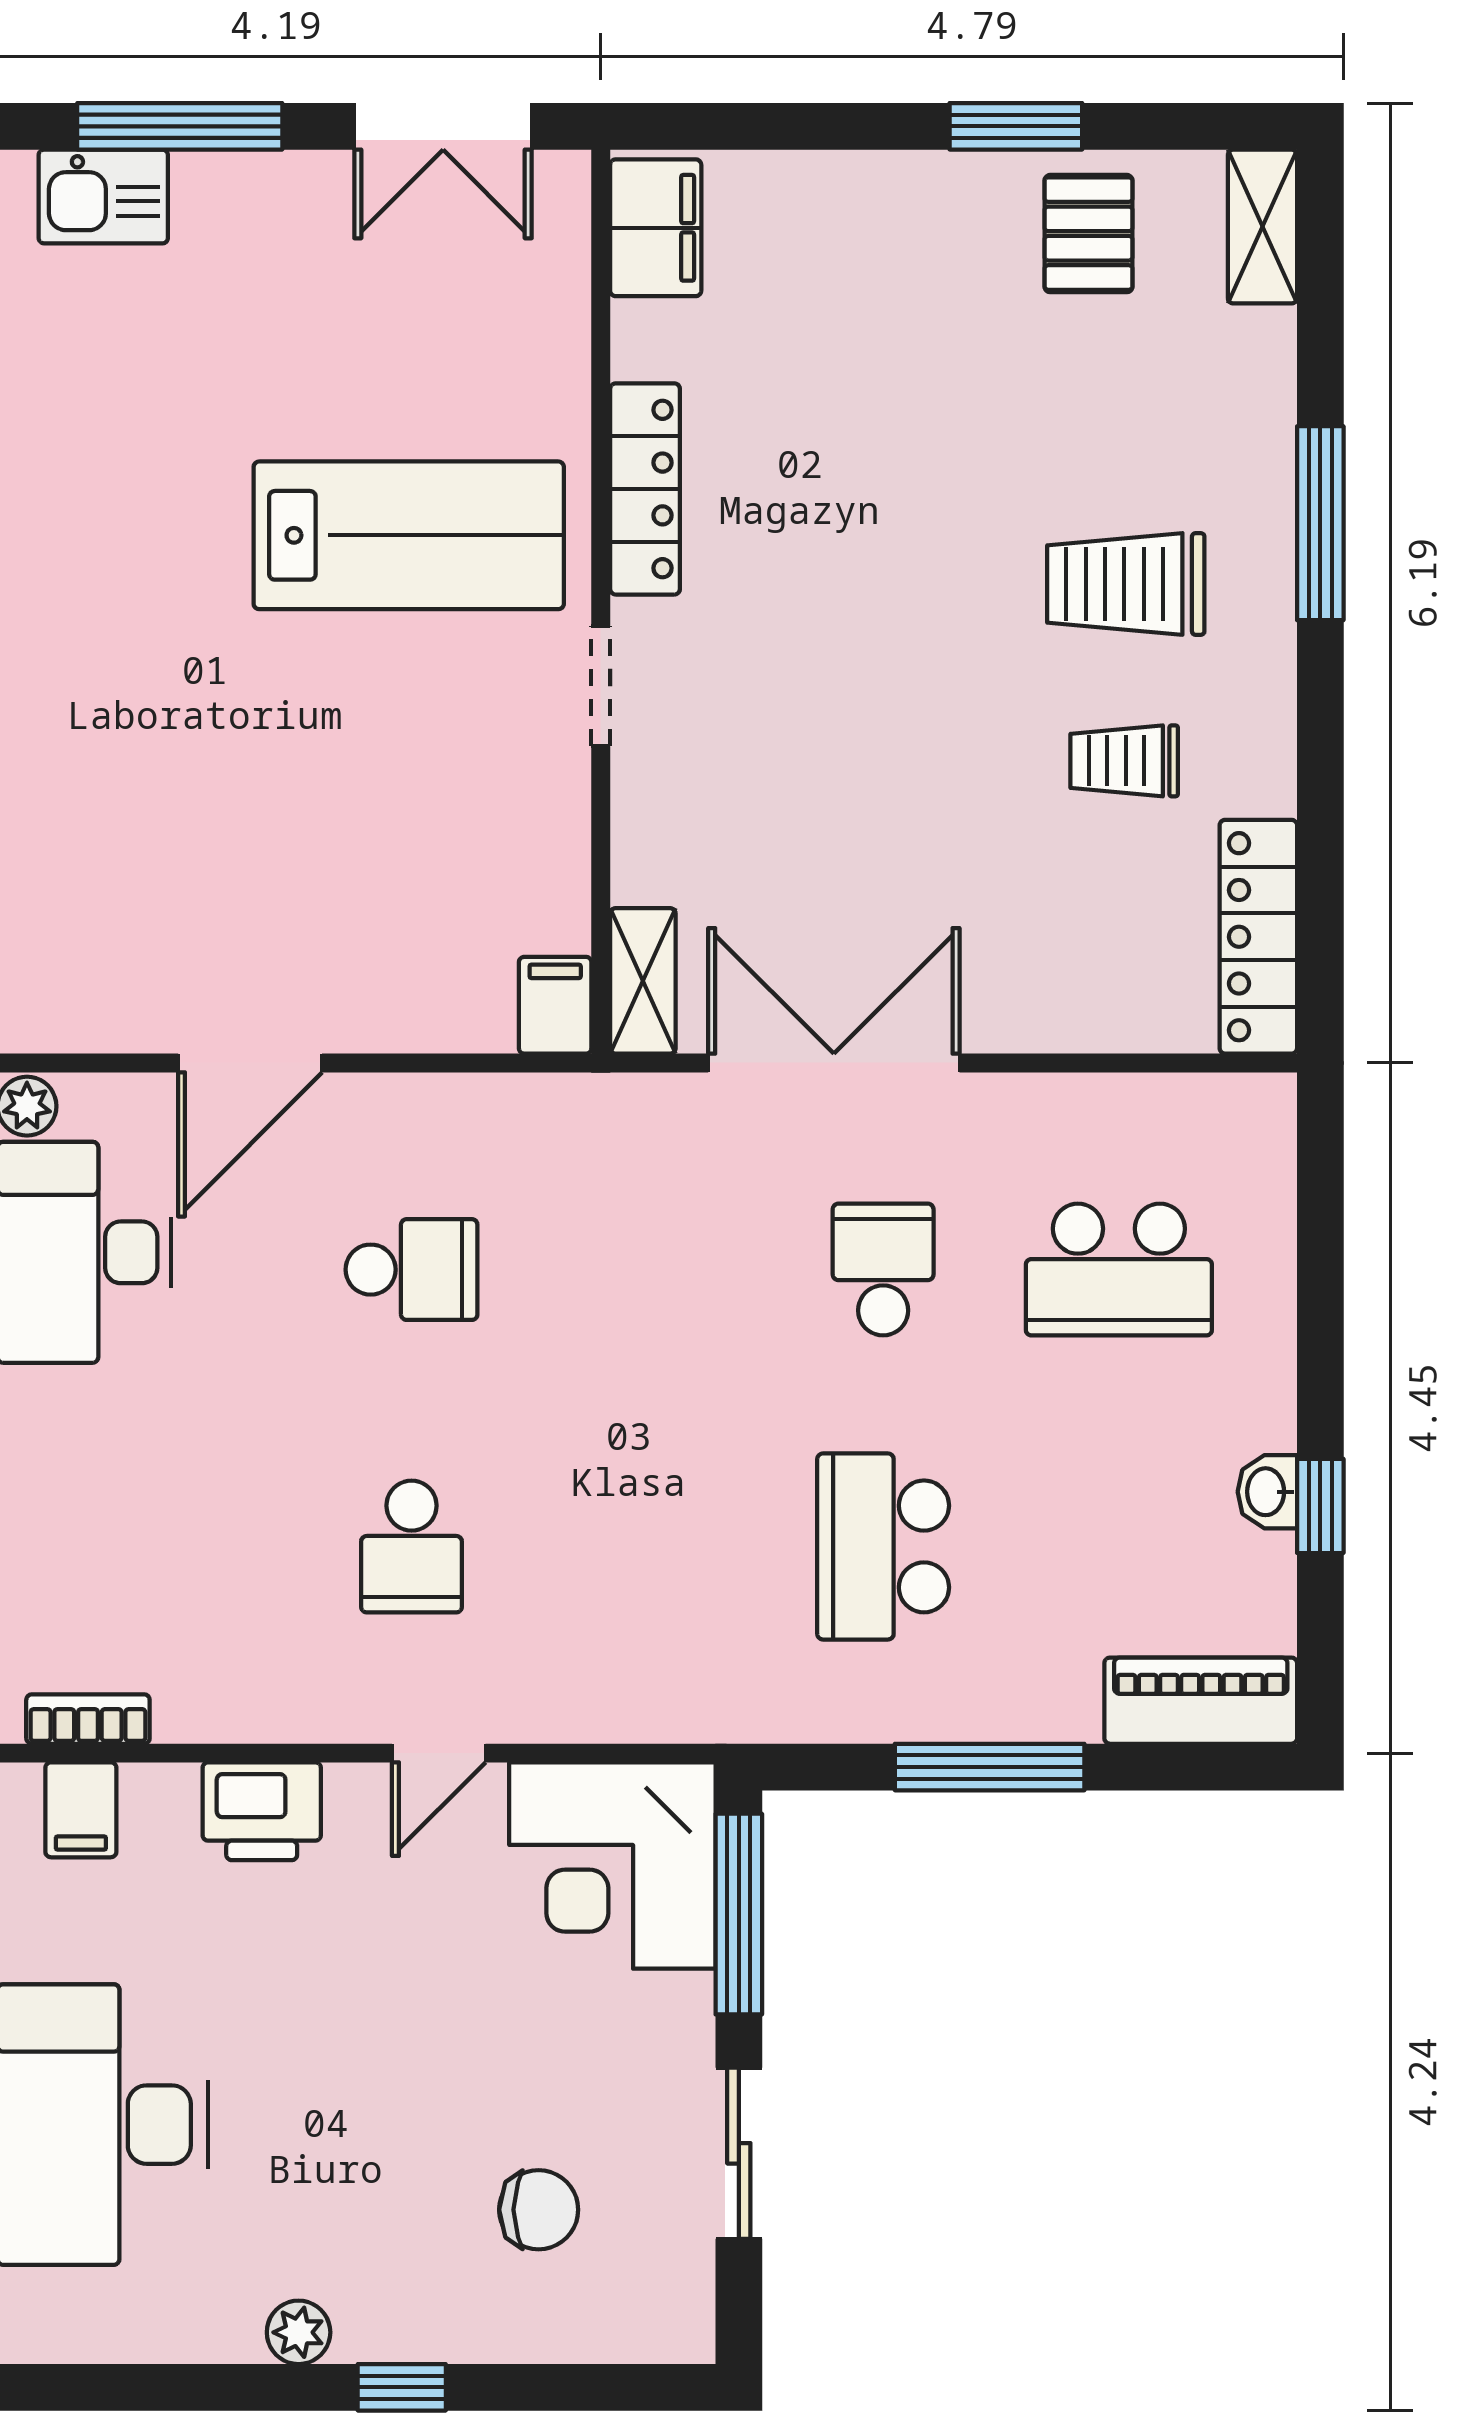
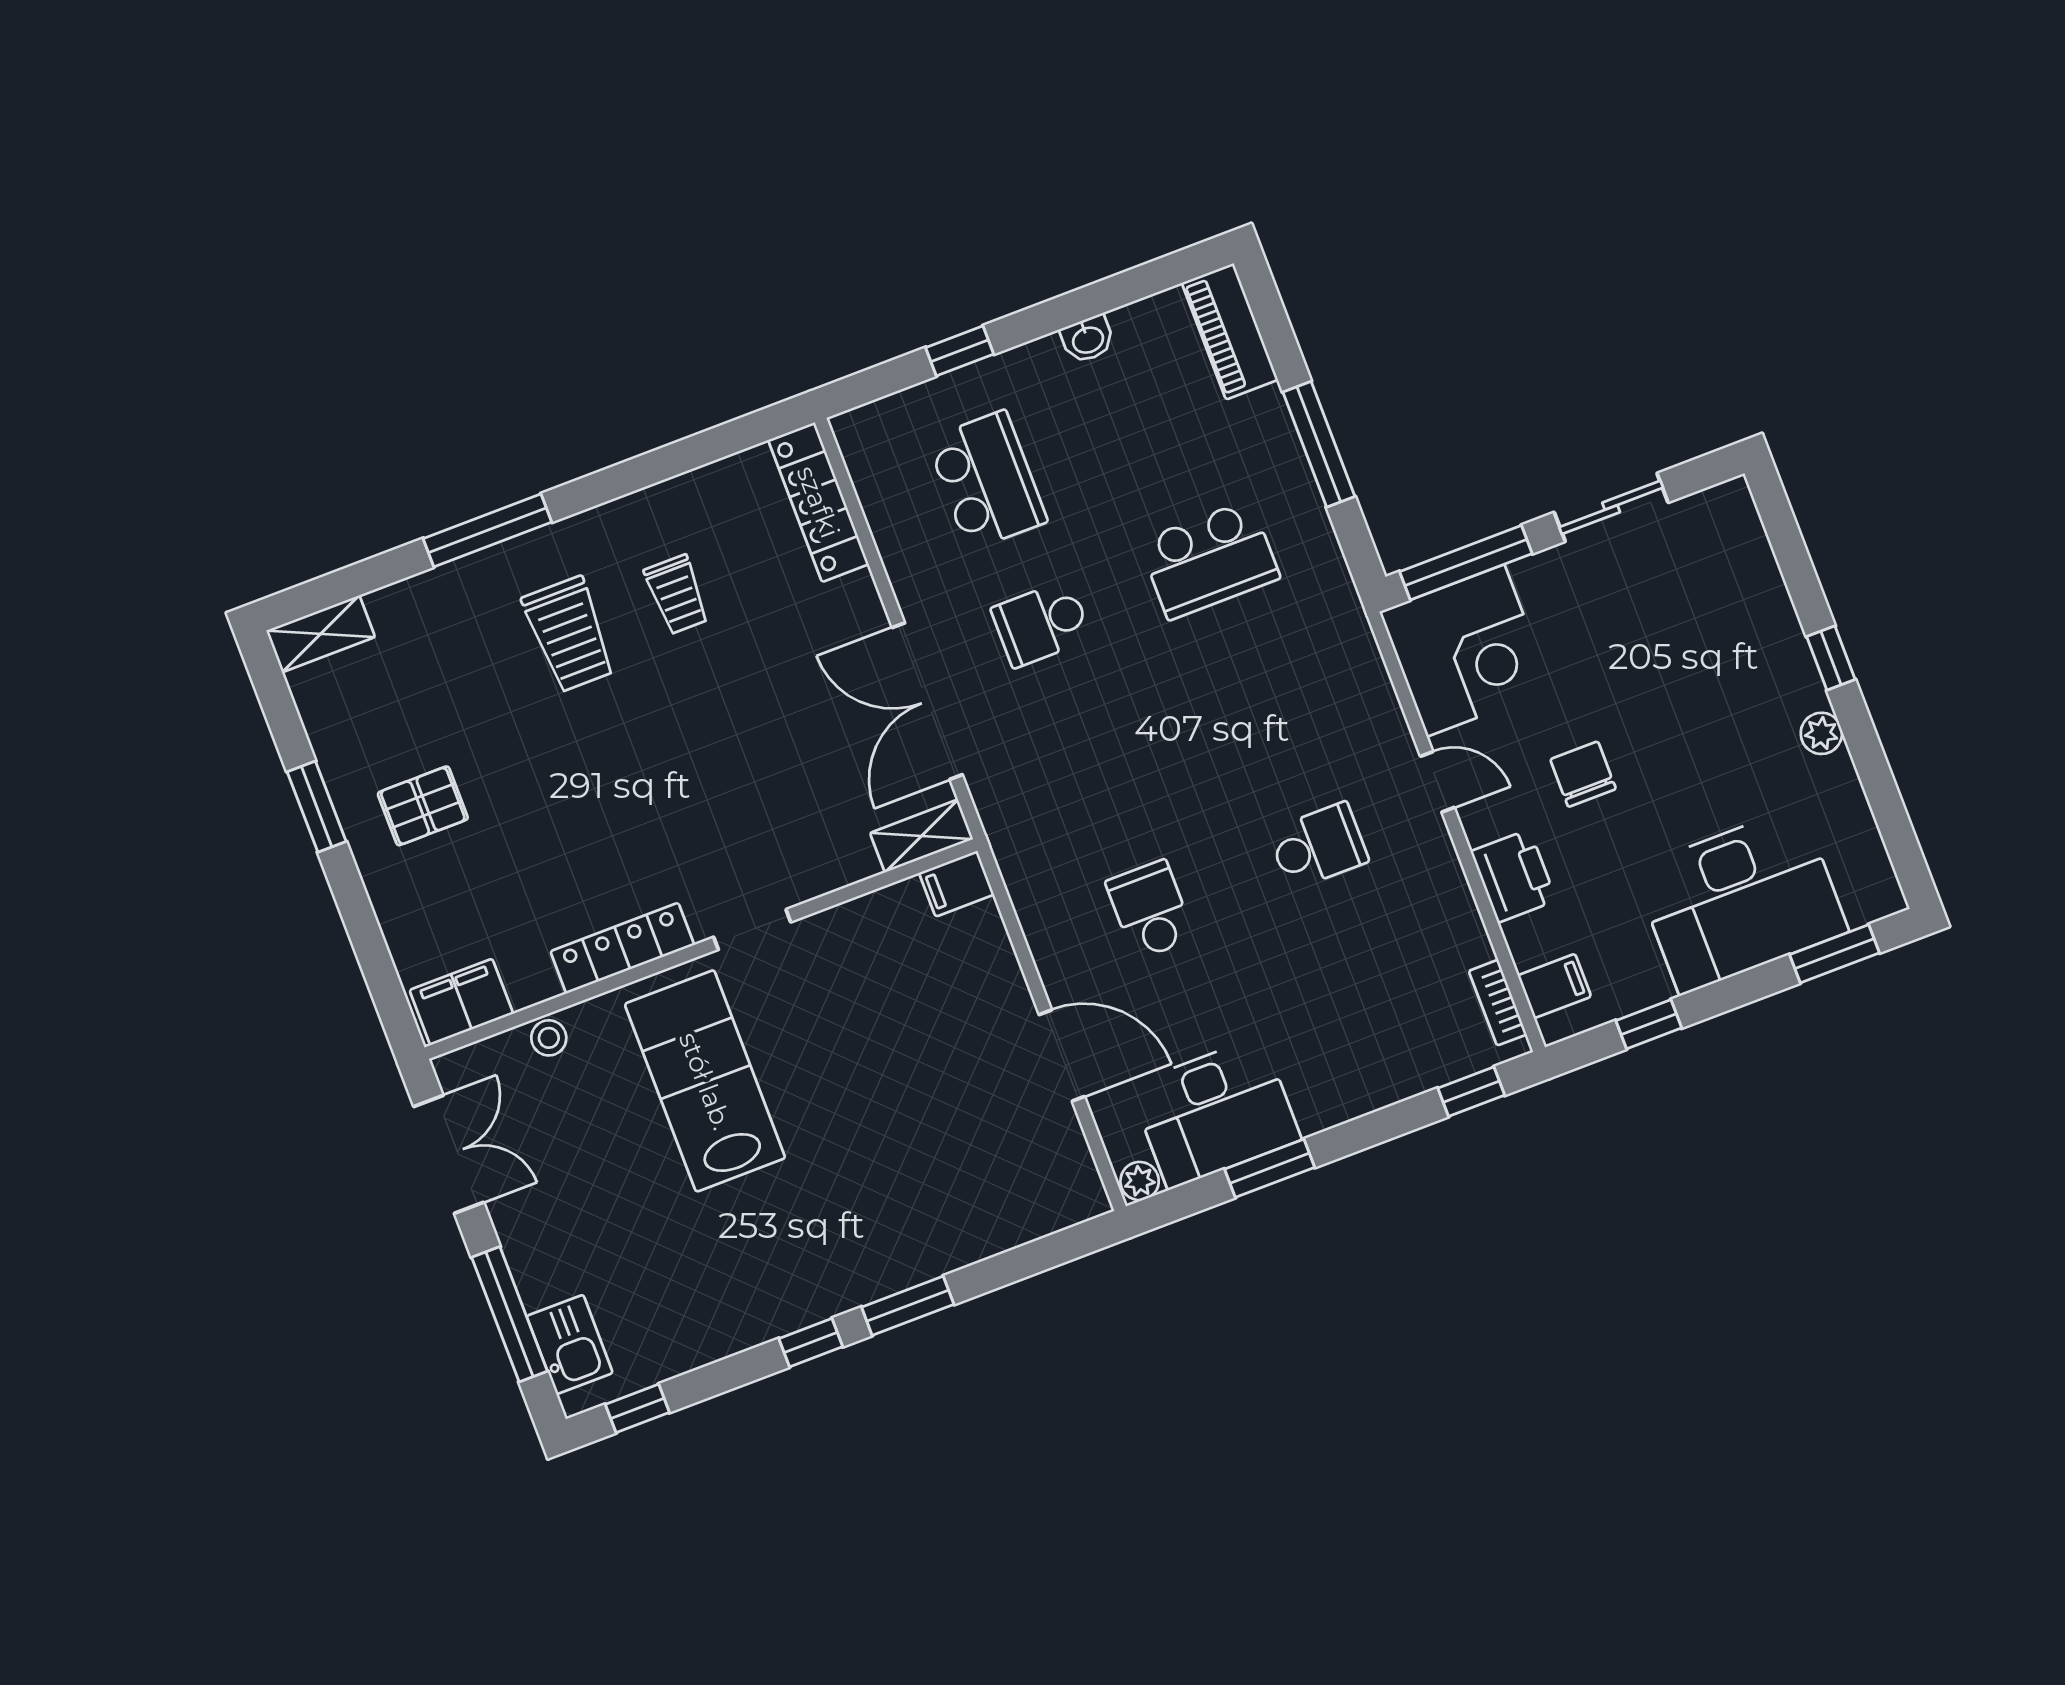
pallet: (1089, 234) -> (423, 806), moved
stool: (556, 334) -> (549, 1038), added
locker: (1258, 937) -> (818, 502), moved, turned 90
window: (1320, 1506) -> (960, 351), moved
chair: (539, 2210) -> (1583, 774), moved

